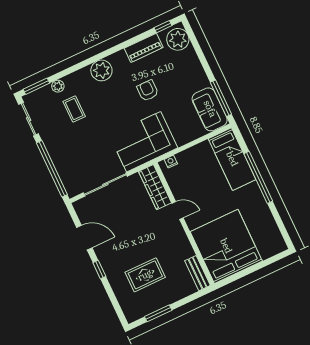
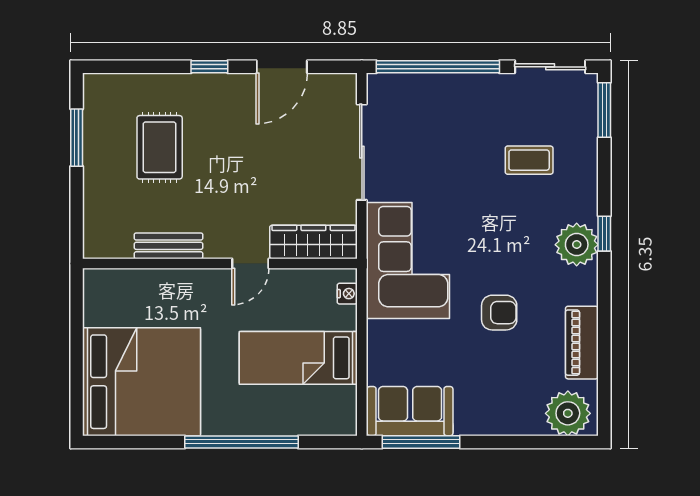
window: (163, 27) -> (604, 234), moved
plant: (58, 86) -> (586, 150), removed
bed: (232, 159) -> (298, 358), moved
bed: (226, 246) -> (142, 382), moved
bench: (198, 273) -> (169, 246), moved

